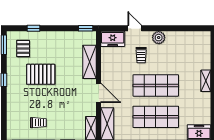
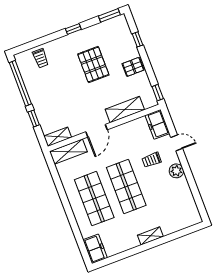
door: (135, 28) -> (177, 143), hinge flipped
pallet: (23, 49) -> (133, 67), moved
trolley: (38, 123) -> (41, 58), moved

